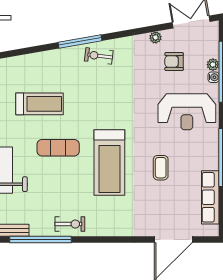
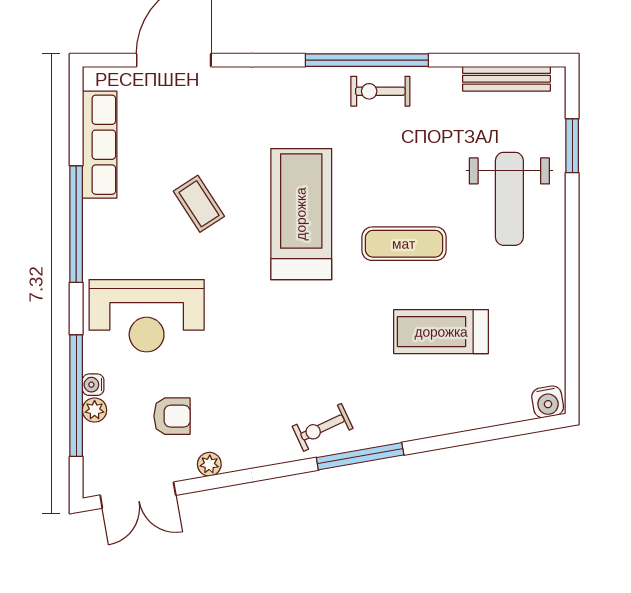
exercise bike: (99, 56) -> (323, 427), turned 148
reception desk: (187, 112) -> (147, 316), turned 180
coffee table: (161, 168) -> (199, 204), turned -33
window: (40, 240) -> (367, 60), moved

